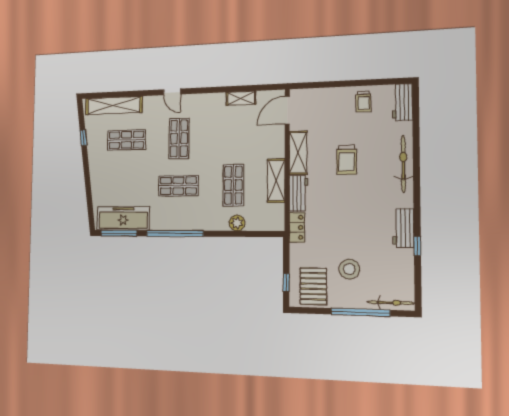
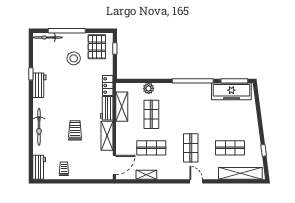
shelving: (276, 181) -> (122, 107), moved
shop shelf: (178, 186) -> (151, 148), moved

